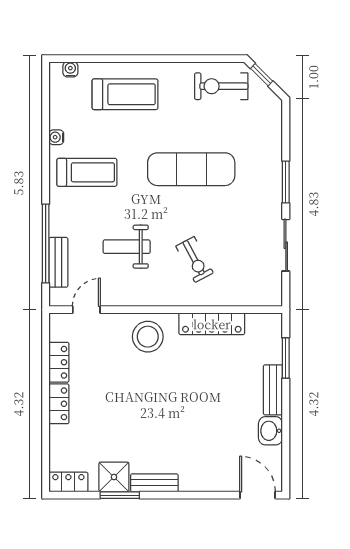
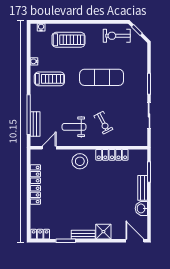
weight bench: (127, 247) -> (74, 127), moved
shower: (114, 477) -> (103, 232), moved

